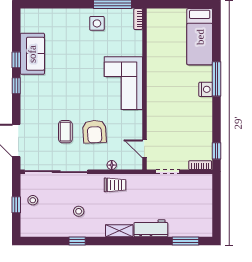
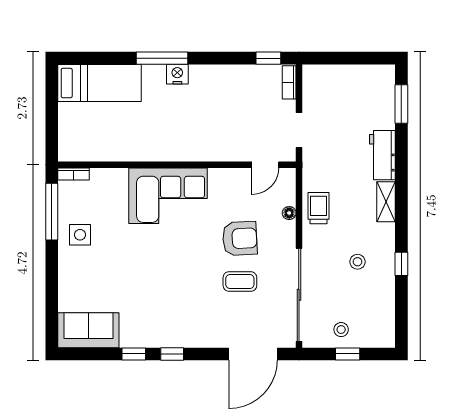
sofa: (32, 54) -> (88, 330), moved

